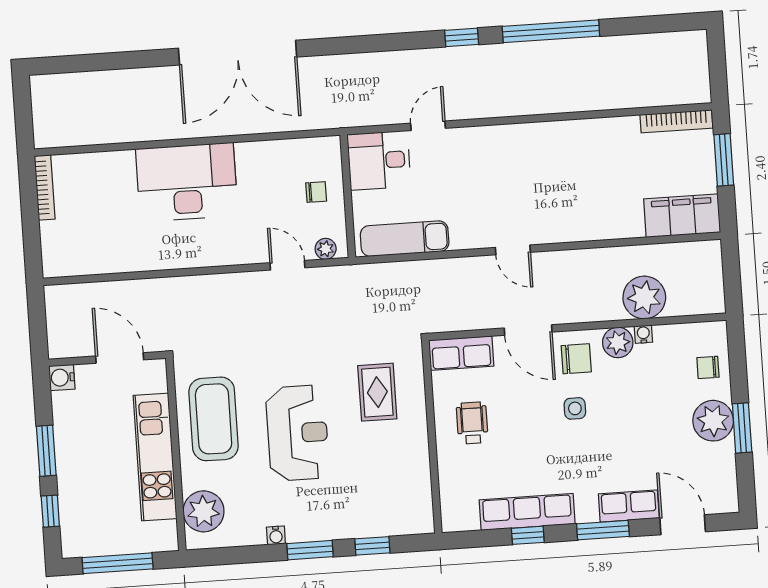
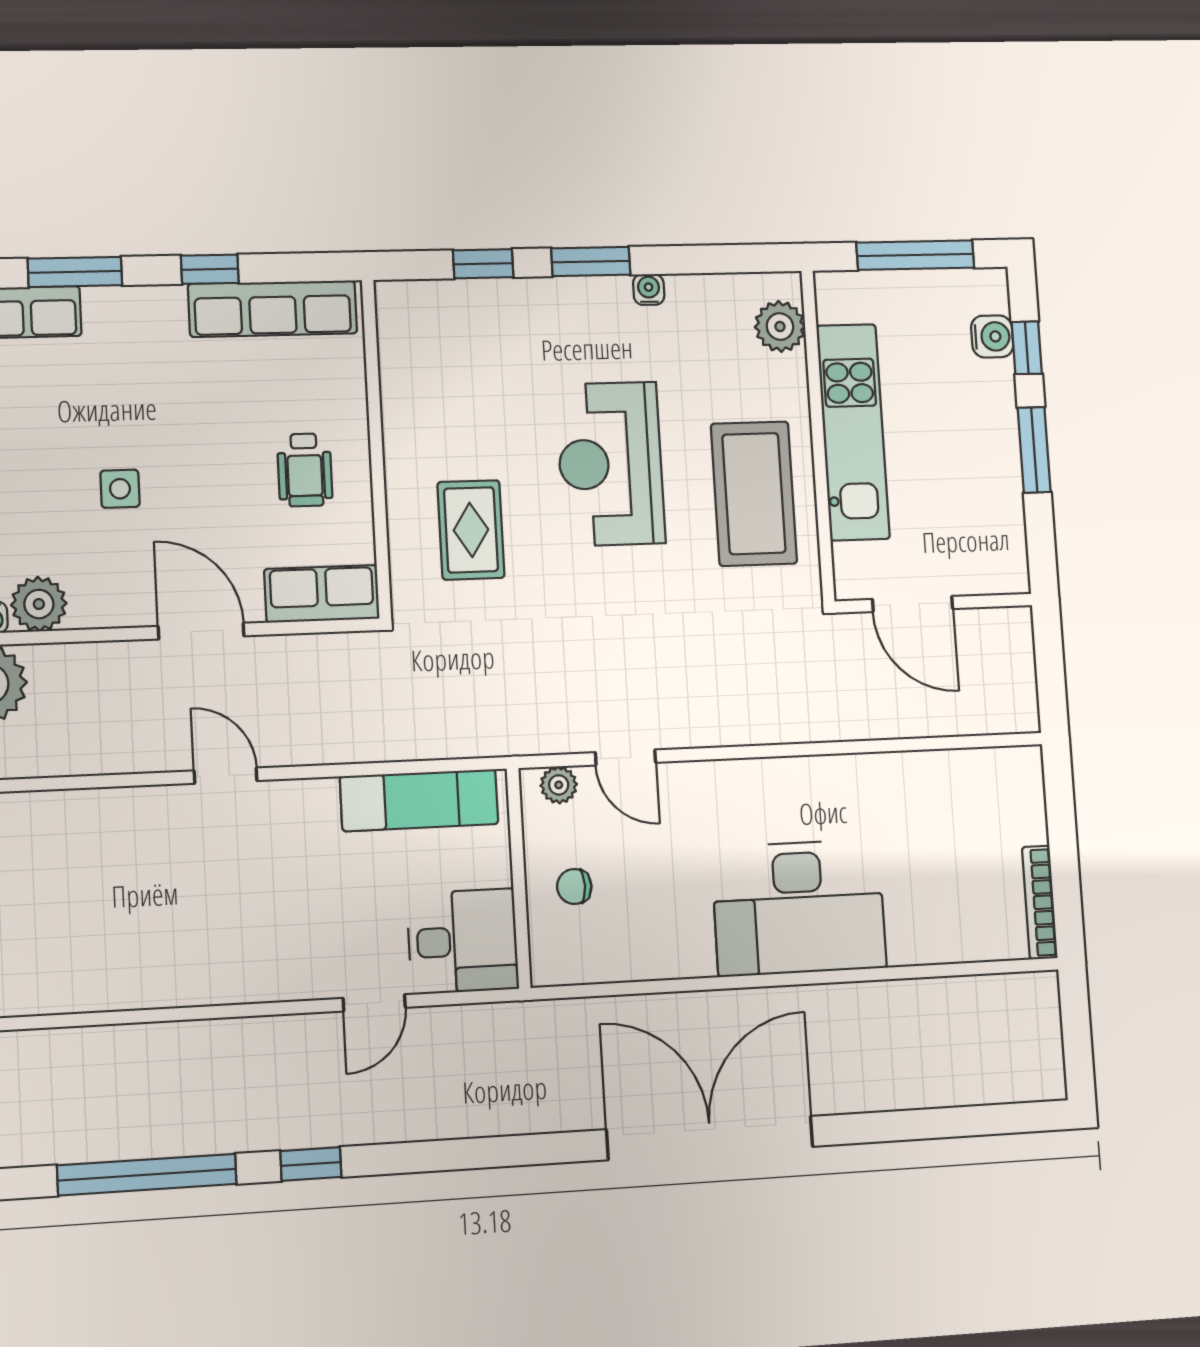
chair: (576, 359) -> (115, 577), removed
water cooler: (62, 378) -> (992, 336), moved
plant: (204, 511) -> (780, 326), width x0.73, depth x0.73
row of seats: (527, 512) -> (273, 309), moved

